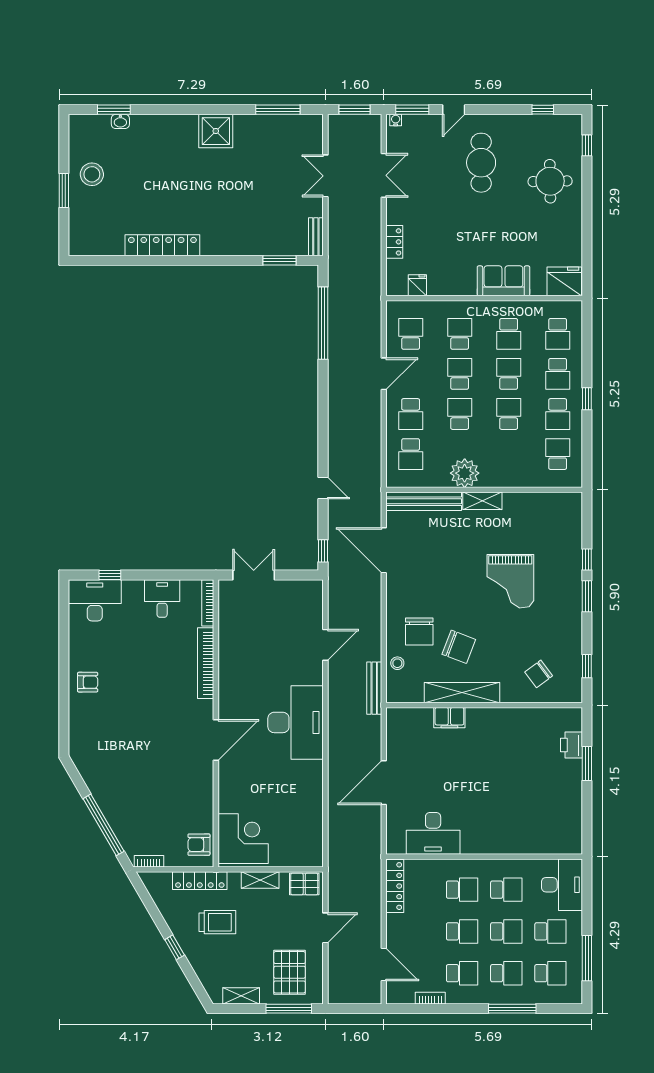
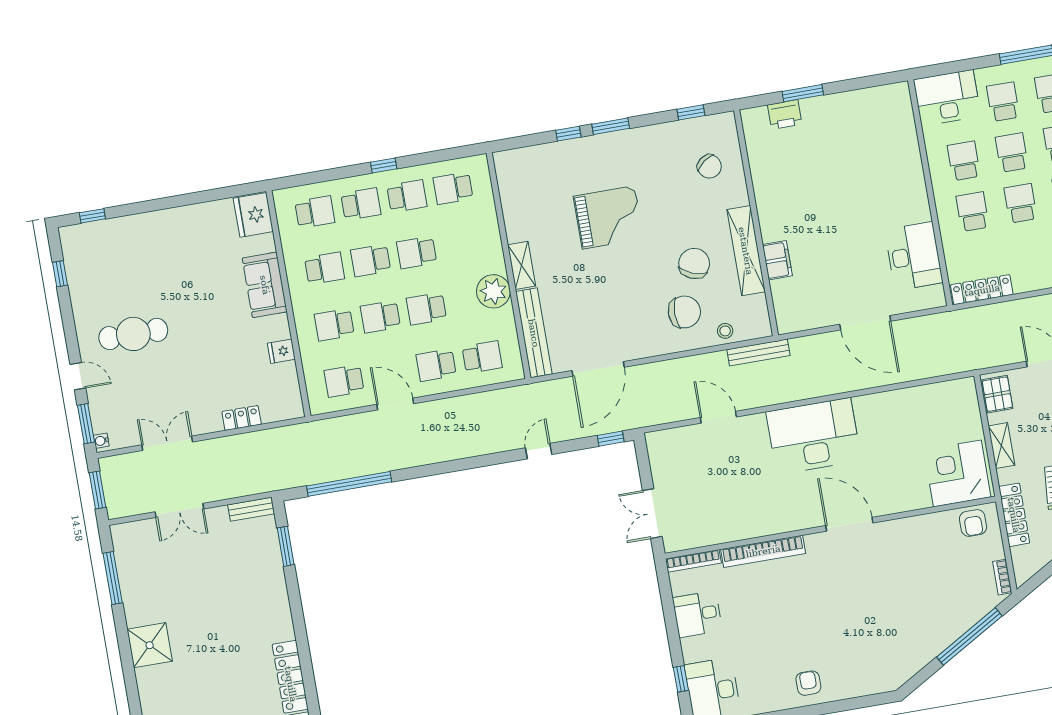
round table: (550, 181) -> (141, 251), removed
fridge: (417, 285) -> (281, 351), moved
school desk: (411, 414) -> (436, 365), turned 180

